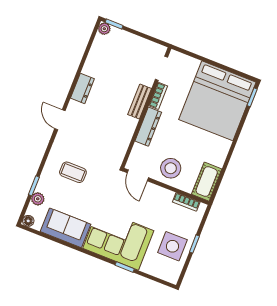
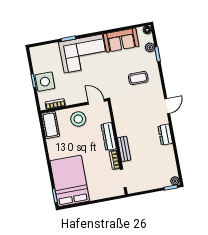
bed: (217, 101) -> (70, 181), width x0.73
door: (60, 120) -> (167, 106), hinge flipped
side table: (172, 246) -> (45, 82), moved

